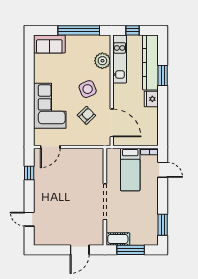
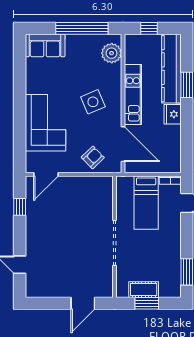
kitchen unit: (120, 59) -> (133, 95), moved
plant: (102, 61) -> (112, 53), moved
armchair: (86, 115) -> (93, 157), moved
cot: (118, 239) -> (144, 290), moved
window: (131, 250) -> (147, 303), width x0.69

